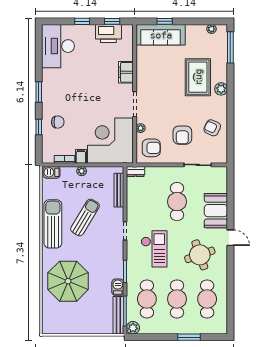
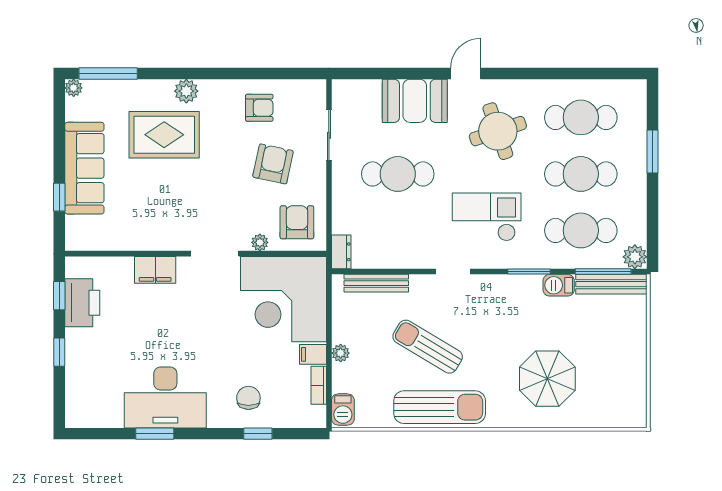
plant: (211, 29) -> (74, 88), moved
sofa: (161, 35) -> (84, 168), moved
desk: (58, 46) -> (165, 397), moved
window: (39, 92) -> (155, 434), moved
armchair: (212, 128) -> (259, 108), turned -114
armchair: (182, 135) -> (273, 164), turned -78
sun lounger: (53, 224) -> (440, 407), turned 180
parasol: (68, 281) -> (547, 379), width x0.73, depth x0.73

